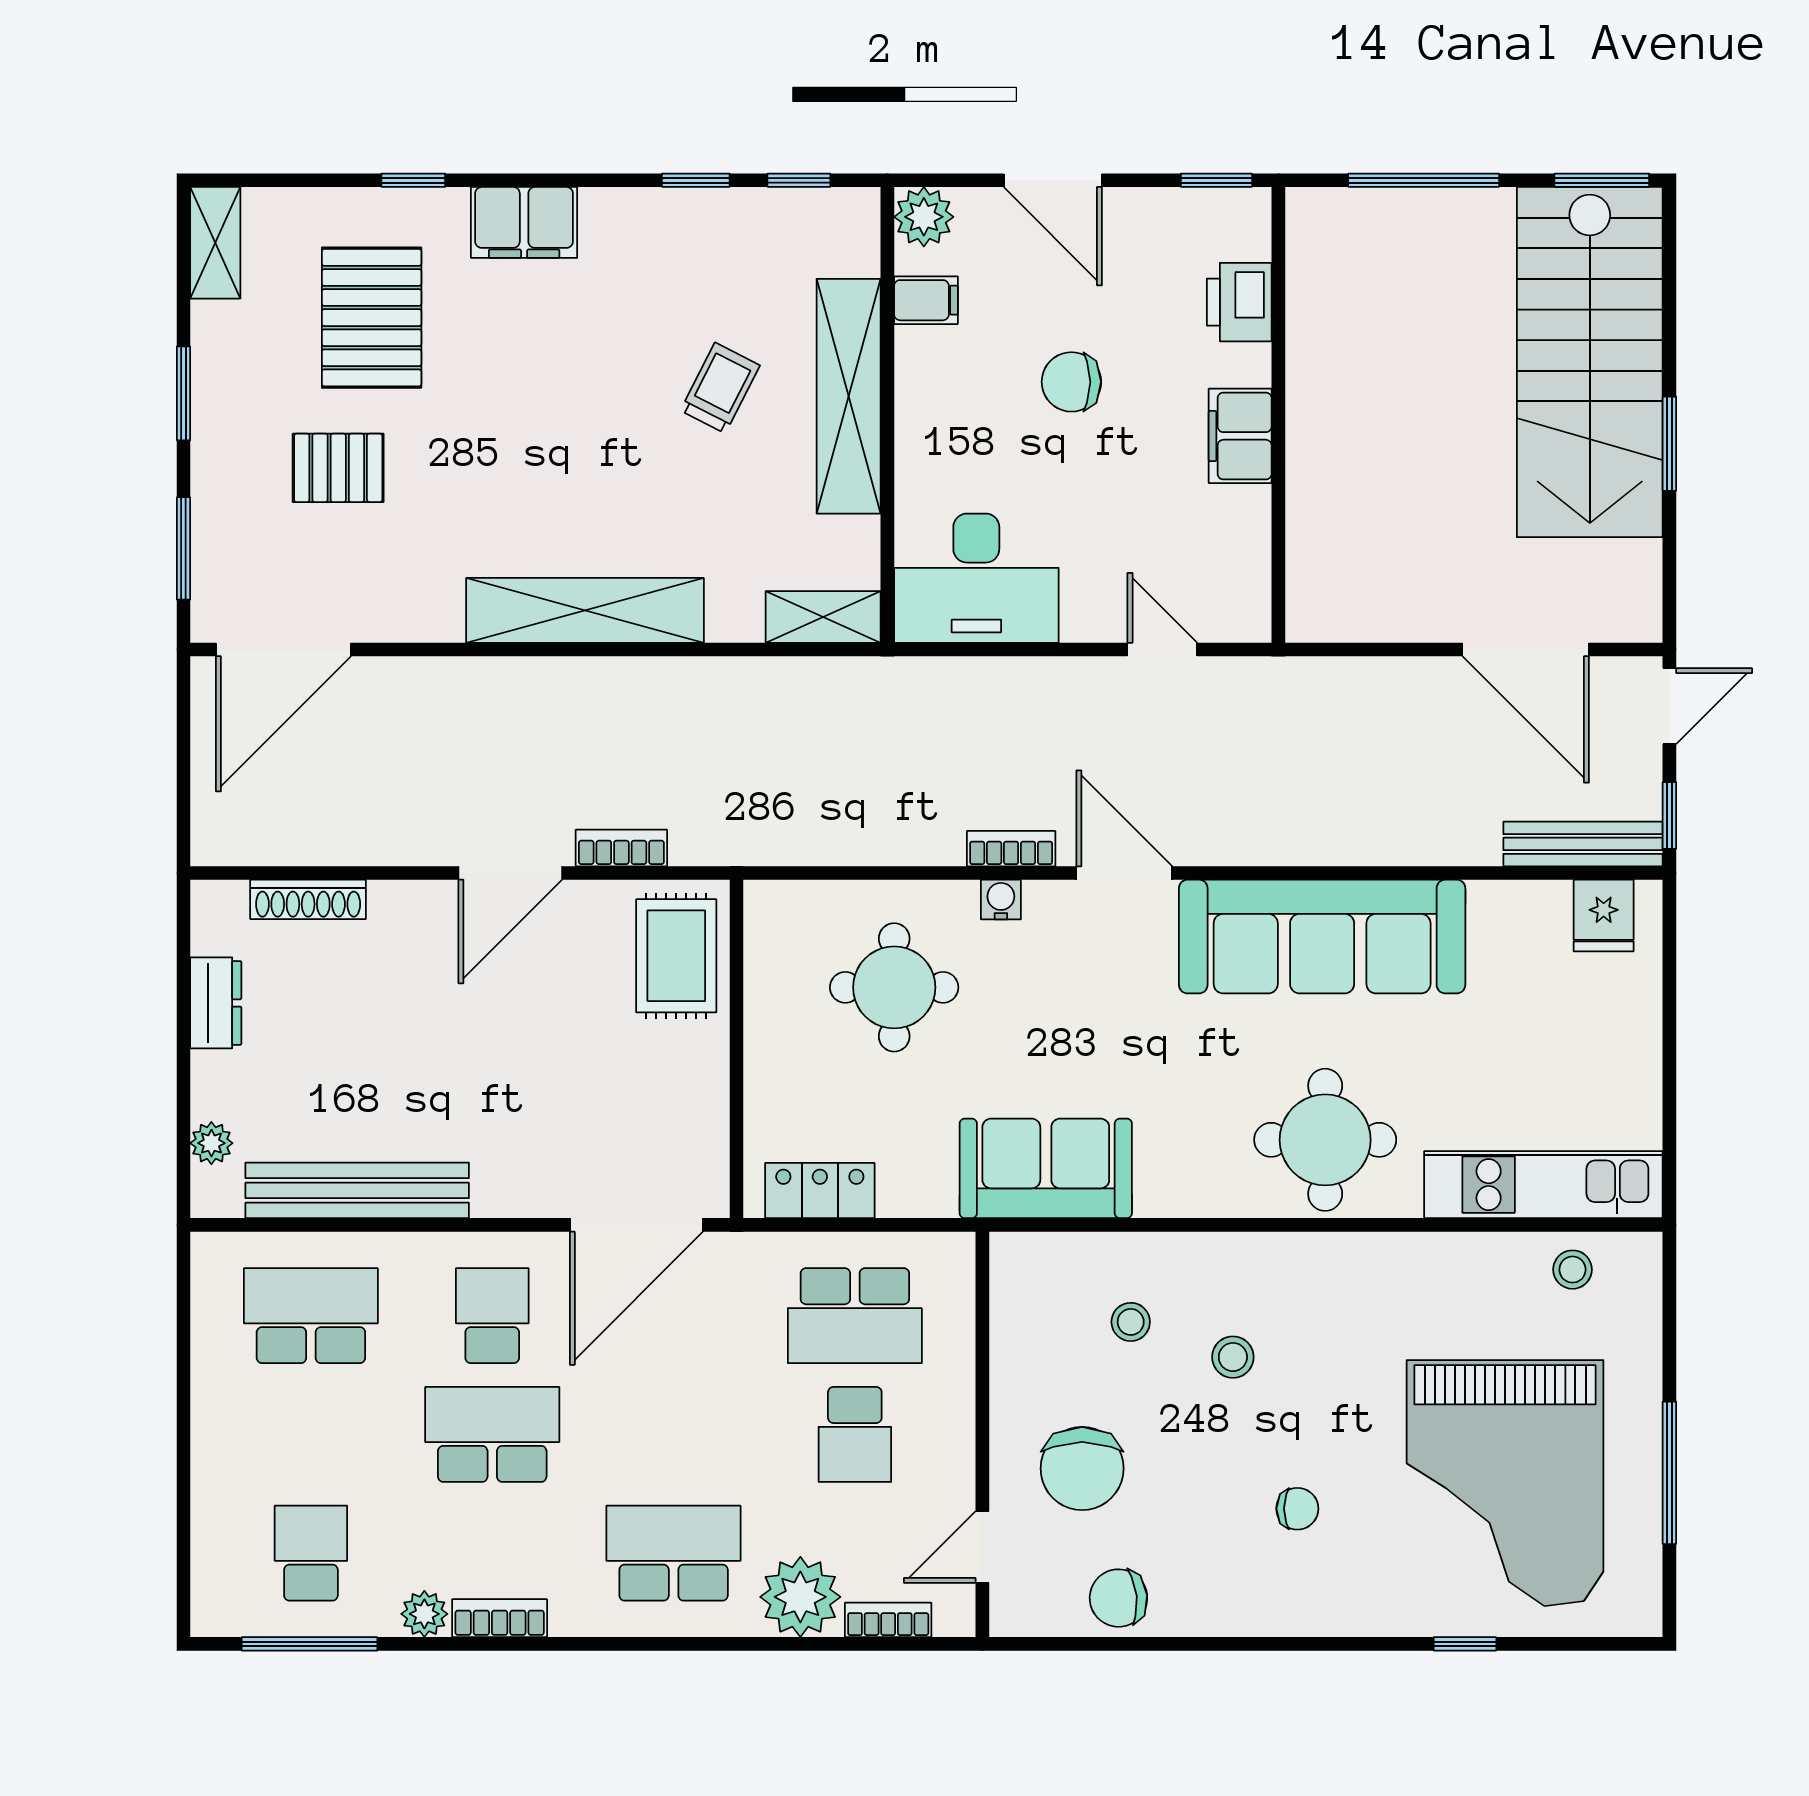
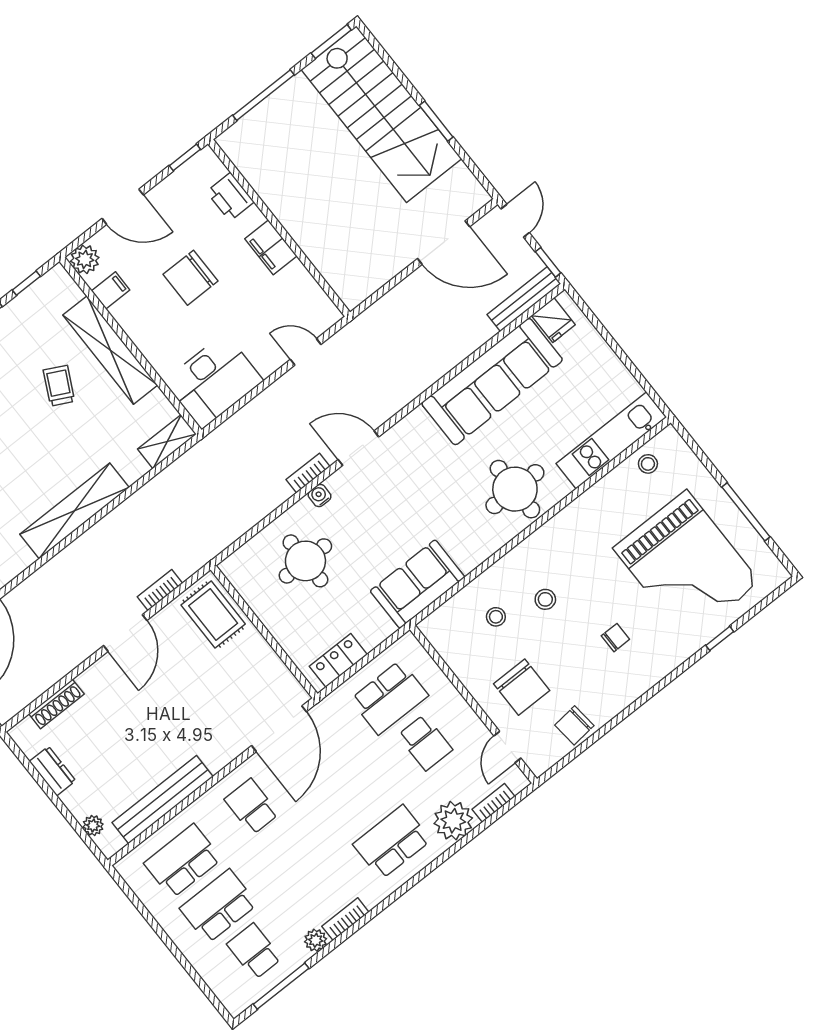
chair: (1071, 382) -> (191, 278), width x1.37, depth x1.37
sofa: (1322, 937) -> (492, 382), moved
school desk: (492, 1434) -> (219, 906), moved

